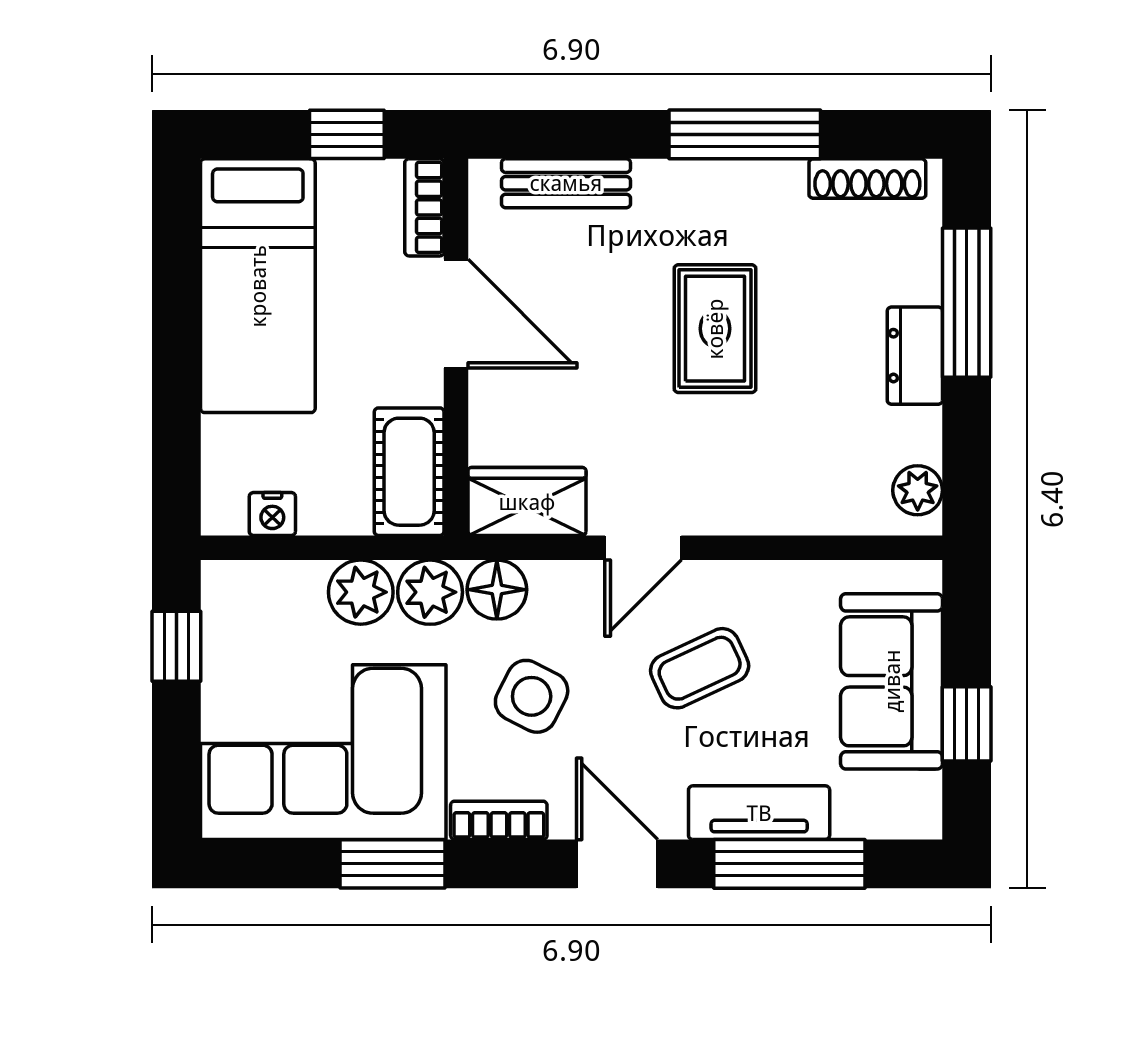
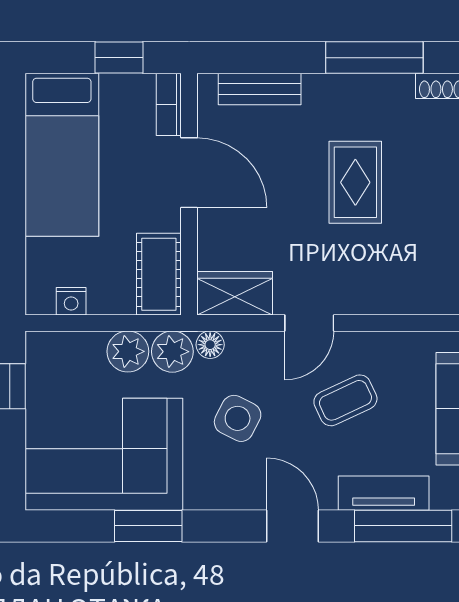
floor lamp: (497, 590) -> (210, 345), width x0.73, depth x0.73
bookcase: (499, 820) -> (217, 498), removed

